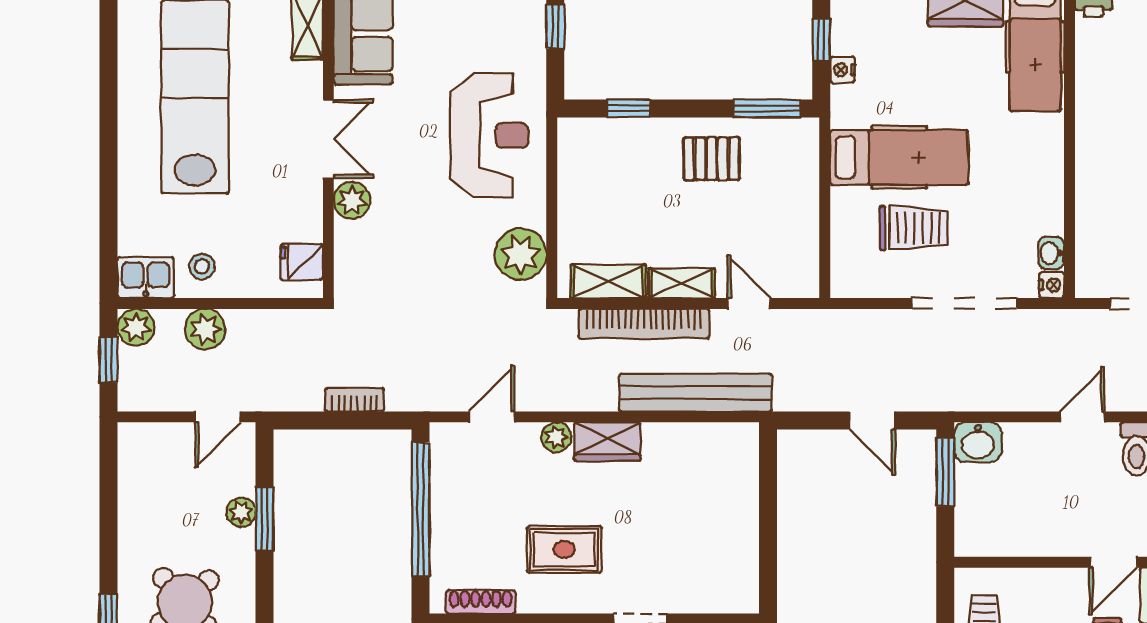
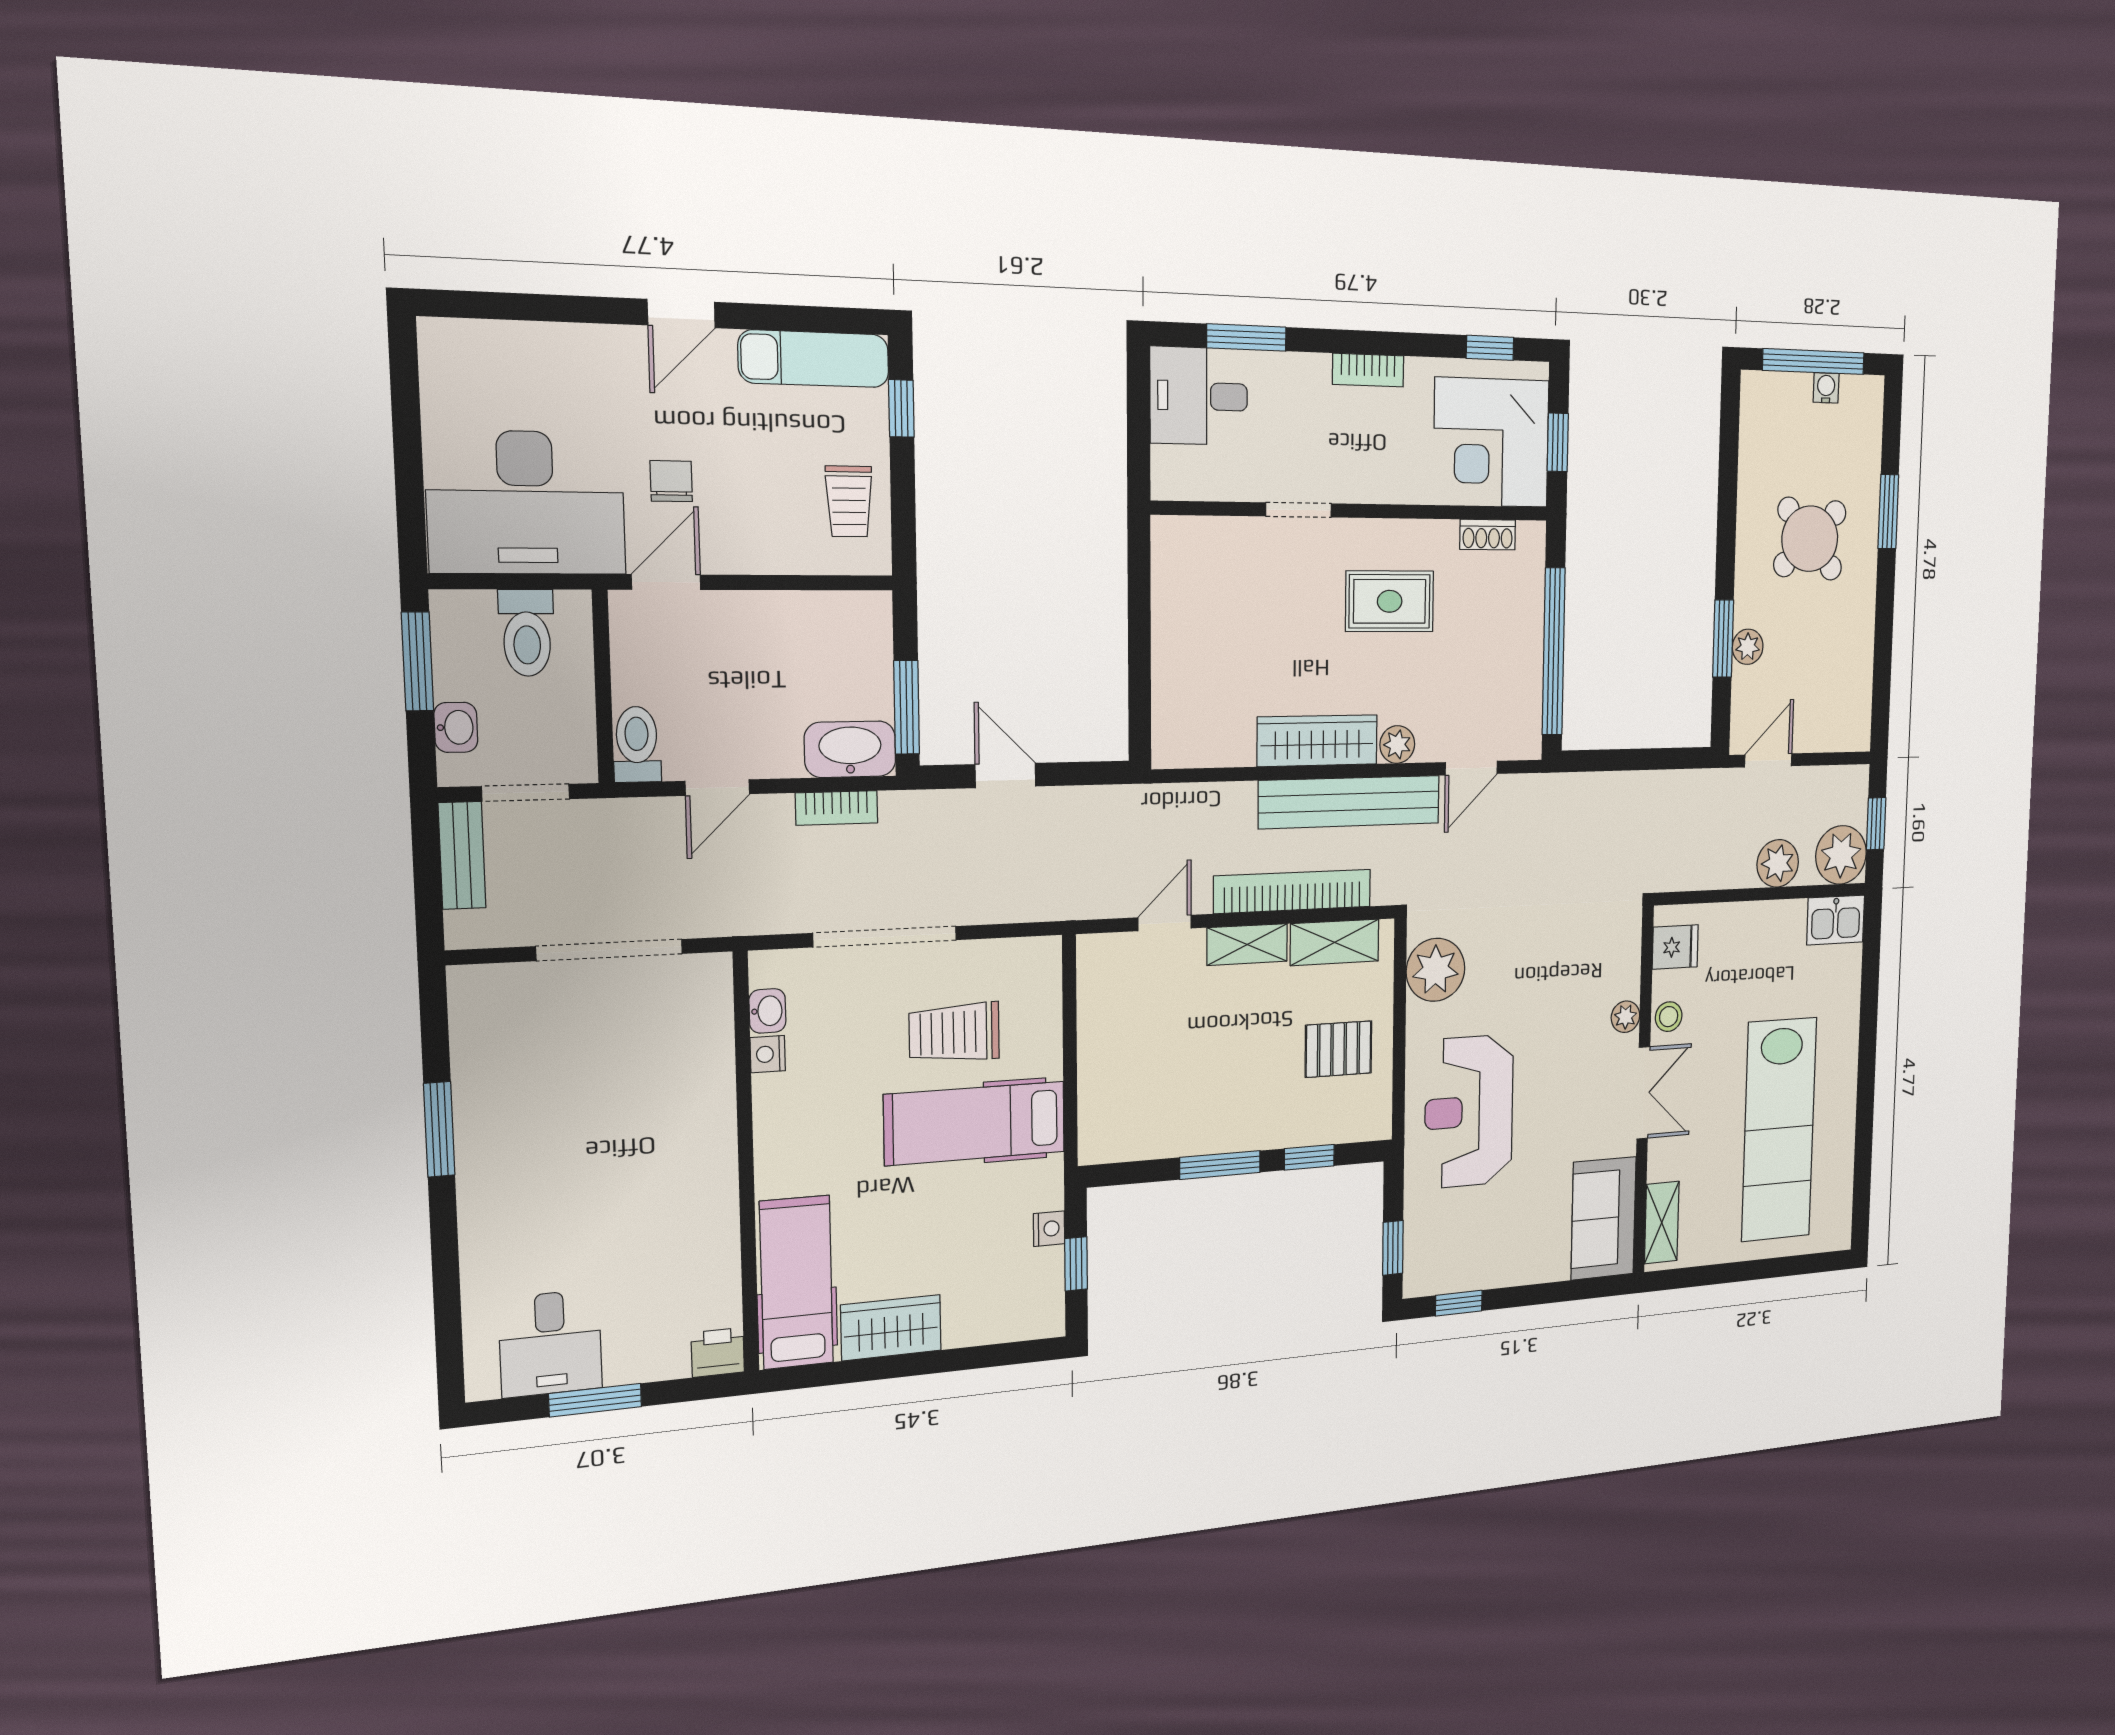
window: (767, 108) -> (1220, 1165), moved
double door: (328, 139) -> (1643, 1093), swing flipped
pallet: (712, 159) -> (1339, 1049), moved
plant: (352, 200) -> (1625, 1017), width x0.73, depth x0.73
stool: (202, 267) -> (1669, 1017), moved
nightstand: (1052, 285) -> (768, 1054), moved
door: (749, 303) -> (1165, 923), swing flipped
plant: (136, 327) -> (1841, 855), width x1.36, depth x1.36
bench: (695, 393) -> (1350, 802), moved
bookcase: (355, 400) -> (837, 808), moved
wardrobe: (607, 442) -> (1317, 741), width x1.50
washbasin: (978, 442) -> (850, 749), width x1.38
shoe rack: (481, 602) -> (1488, 535), width x0.70

